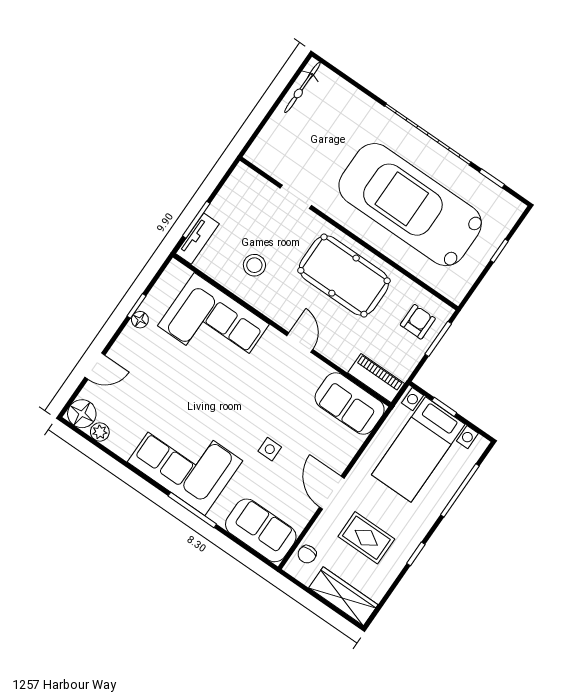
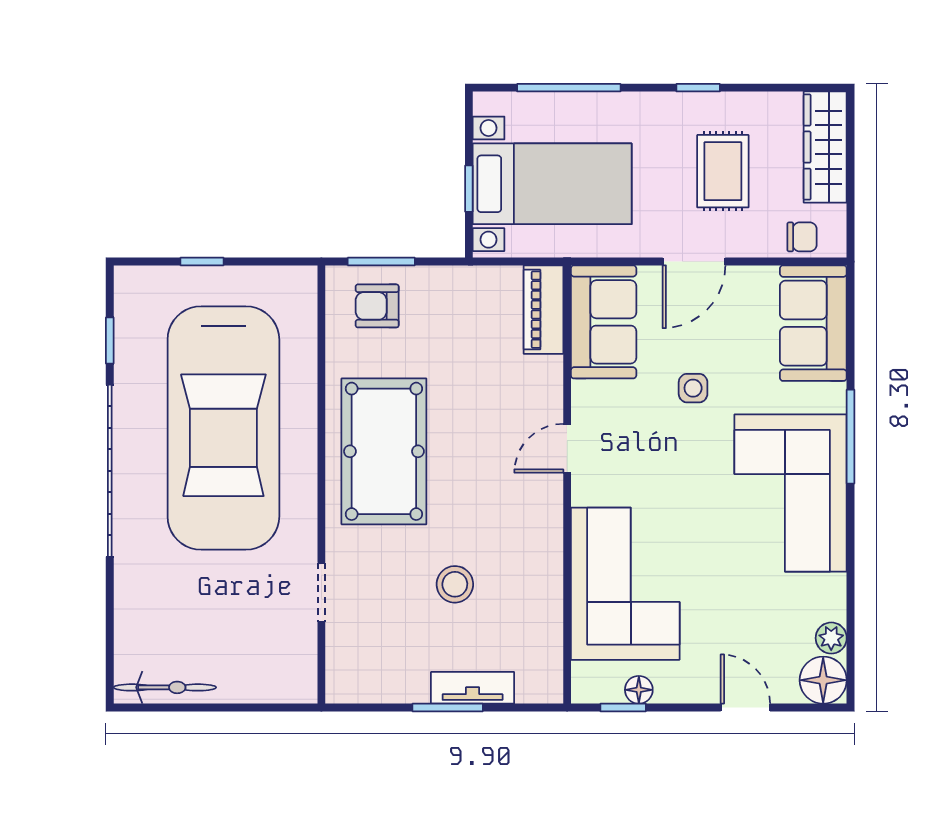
corner sofa: (213, 325) -> (625, 584), moved
wall: (282, 330) -> (567, 485), moved
door: (300, 343) -> (567, 448), moved
piano: (376, 378) -> (543, 310), moved
sofa: (350, 404) -> (604, 322), moved

